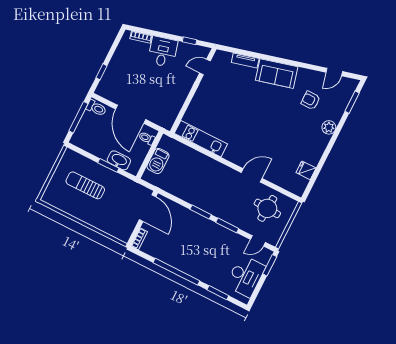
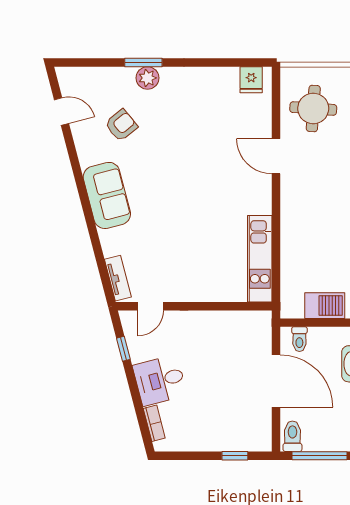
tv unit: (245, 60) -> (118, 278), moved
door: (205, 67) -> (151, 306), hinge flipped
armchair: (311, 100) -> (121, 125), turned -129
window: (352, 102) -> (143, 63), moved
door: (131, 114) -> (276, 381), hinge flipped
fridge: (306, 170) -> (251, 80), moved

